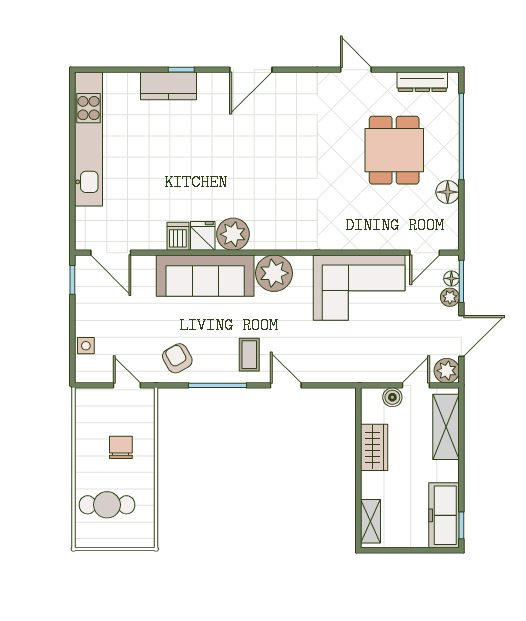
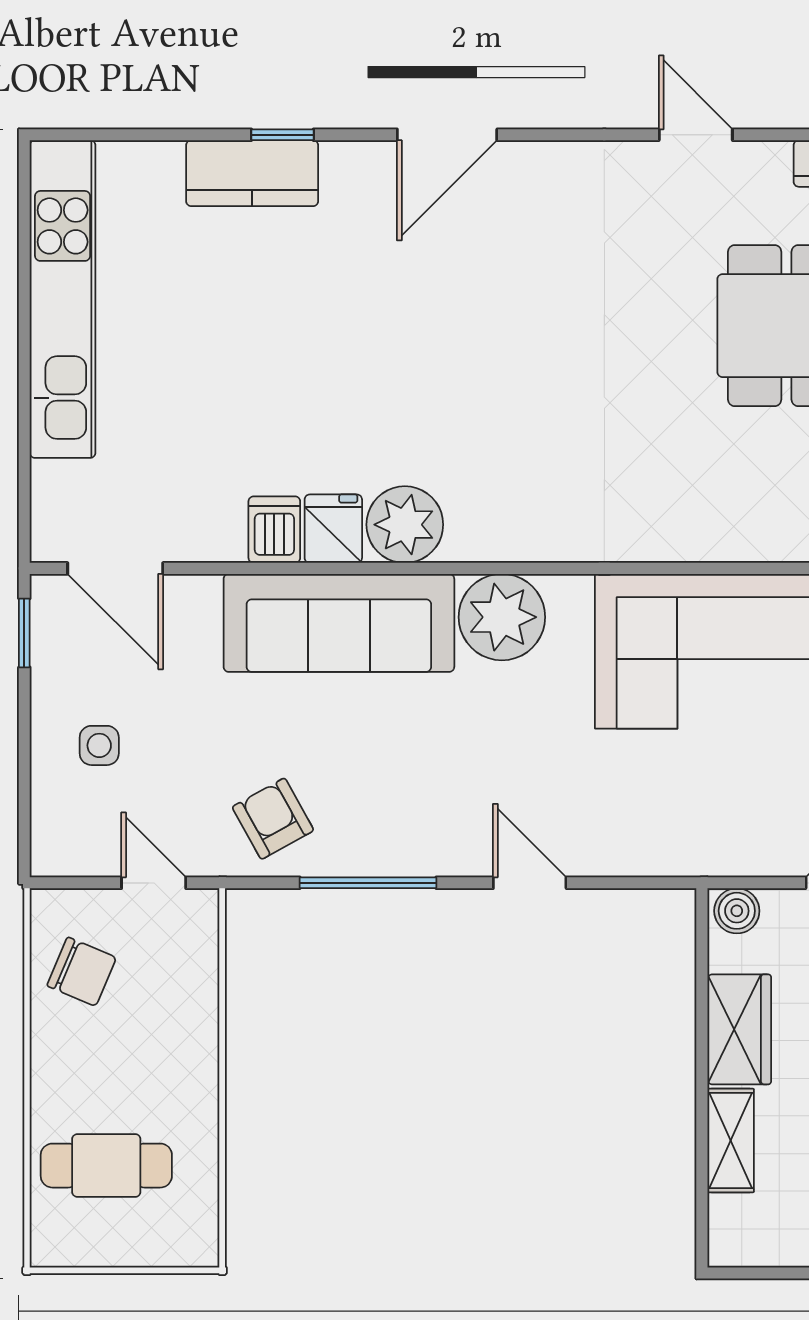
side table: (86, 346) -> (99, 745), moved
coffee table: (249, 355) -> (443, 810), removed
boiler: (392, 397) -> (737, 911), moved
chair: (121, 447) -> (82, 972), moved, turned 113
shelving: (371, 521) -> (731, 1141), moved

